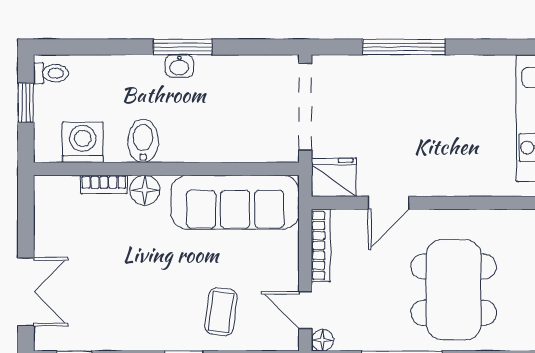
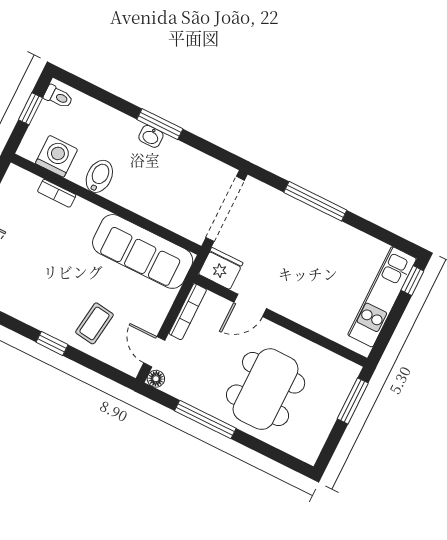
floor lamp: (145, 190) -> (83, 211), removed

